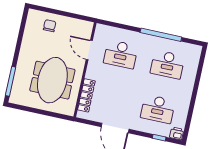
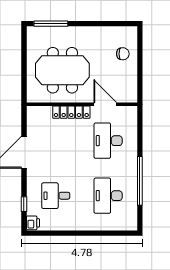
door: (89, 50) -> (105, 104), hinge flipped
locker: (86, 95) -> (71, 112), moved
desk: (158, 109) -> (56, 196), width x0.73

